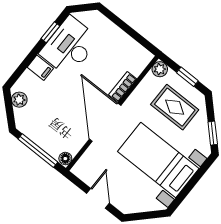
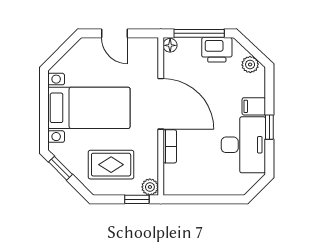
window: (50, 32) -> (269, 127), moved
window: (187, 77) -> (137, 199), moved
printer: (35, 129) -> (217, 50), added

